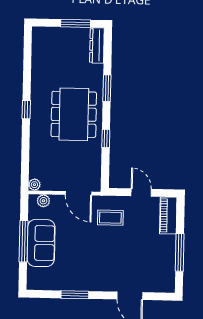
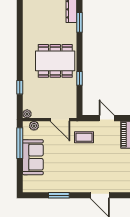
window: (107, 88) -> (79, 22), moved
window: (26, 110) -> (20, 87), moved
dining table: (74, 114) -> (55, 61), turned 90
window: (23, 241) -> (20, 143), moved

